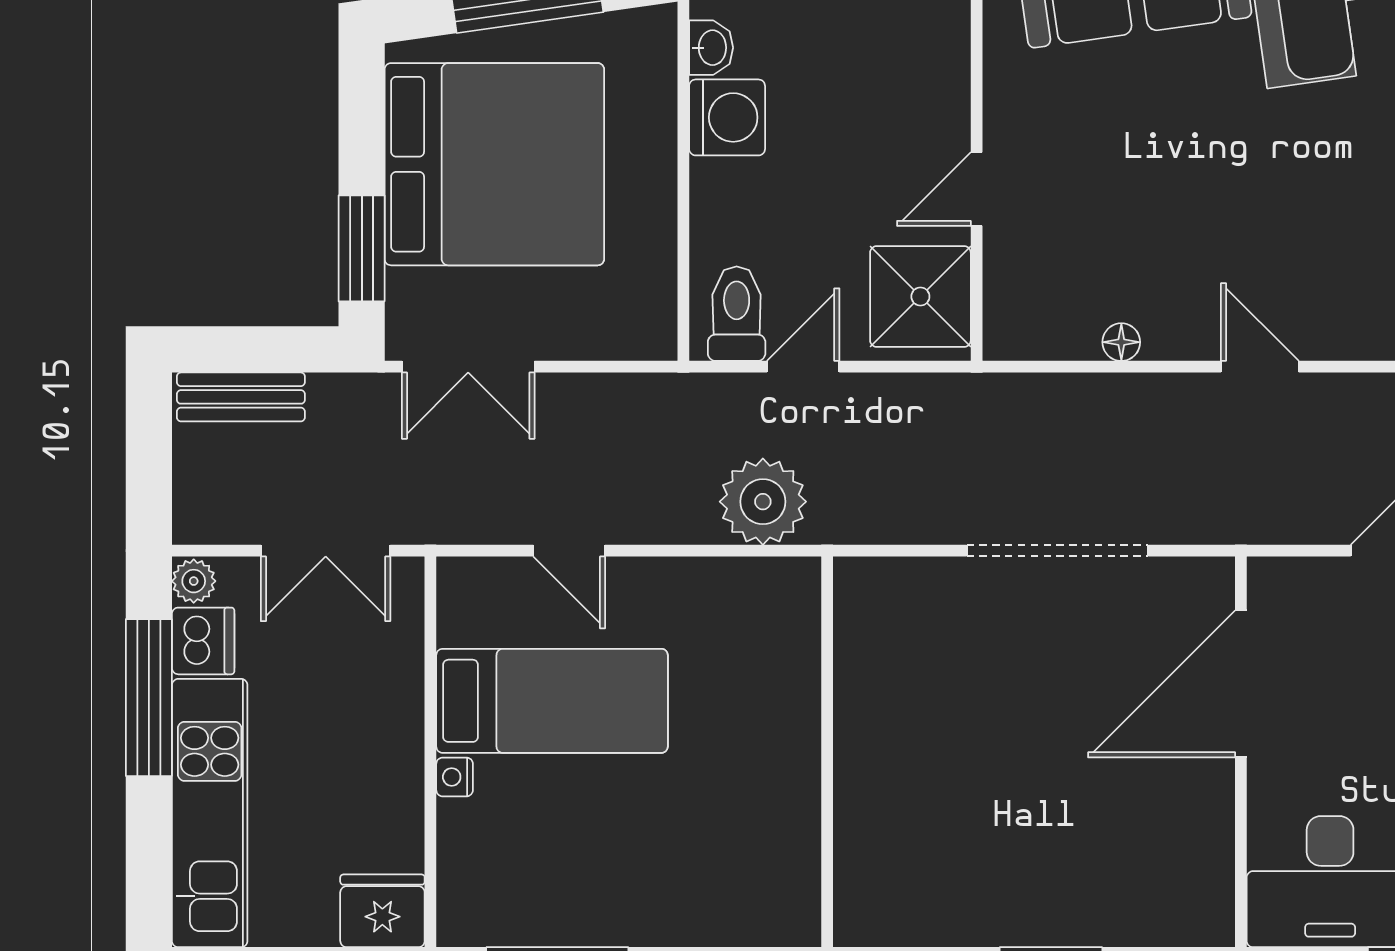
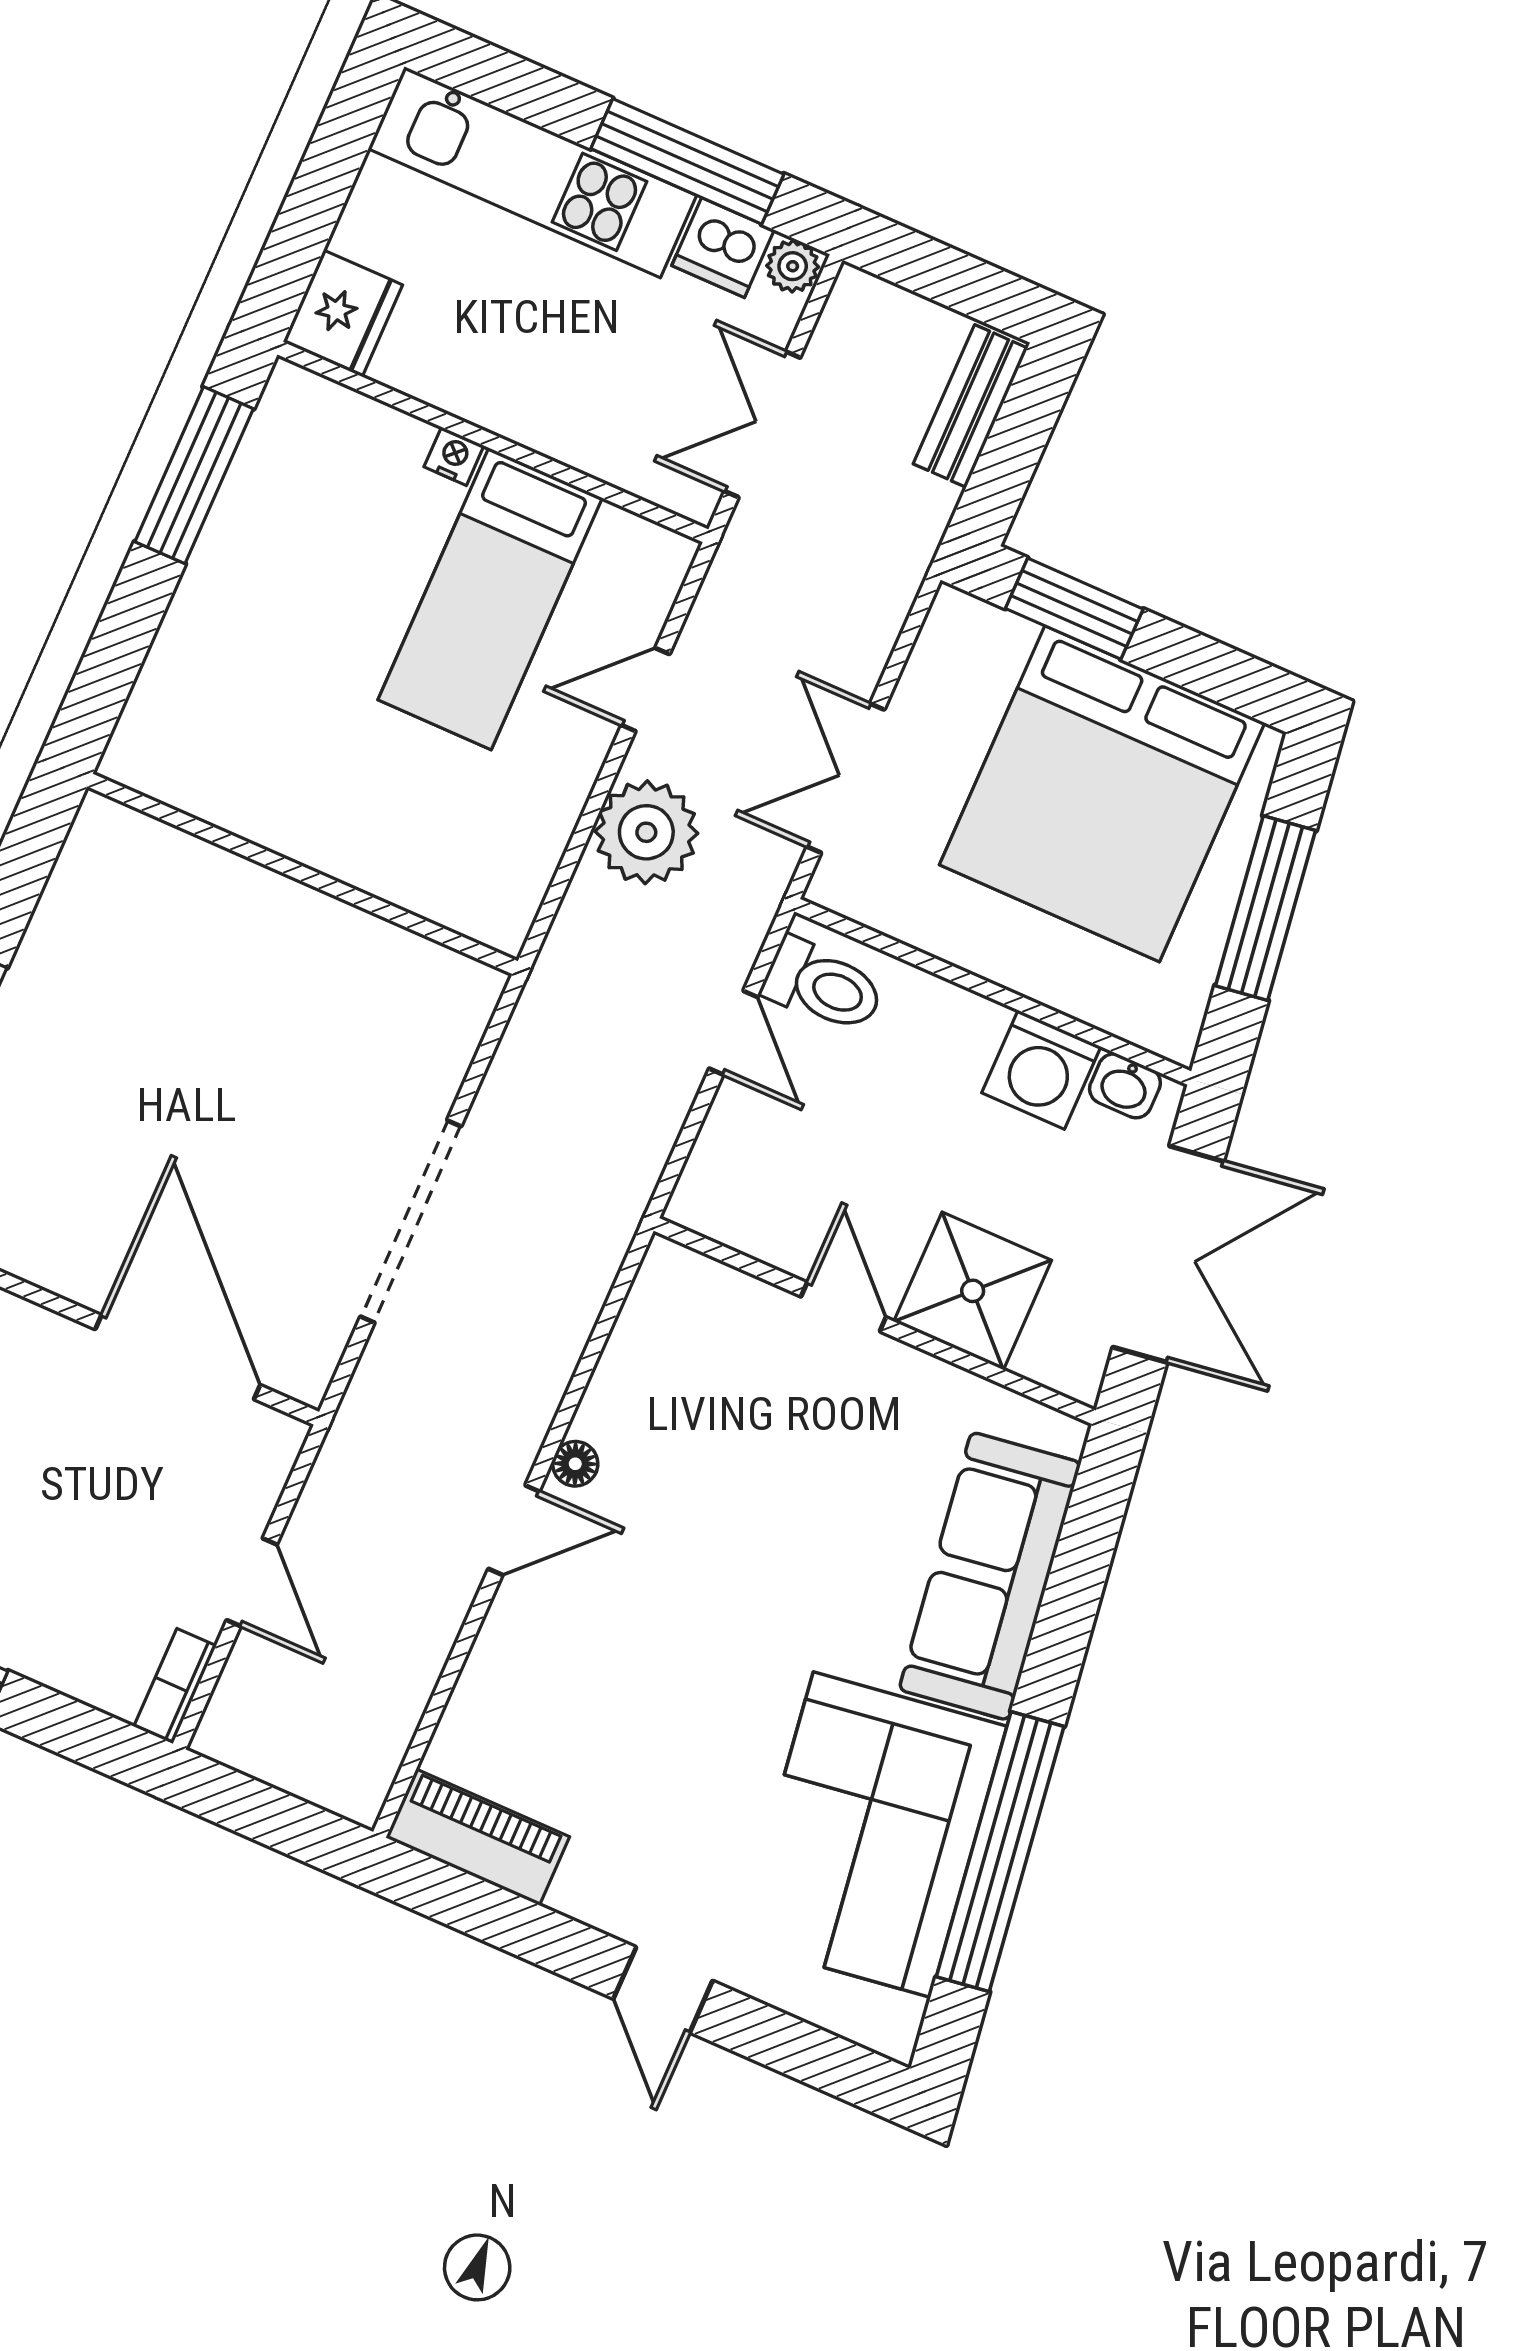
shower: (920, 297) -> (973, 1291), moved
floor lamp: (1121, 342) -> (575, 1464), moved
double door: (468, 367) -> (846, 778), moved
plant: (763, 502) -> (646, 832), moved

